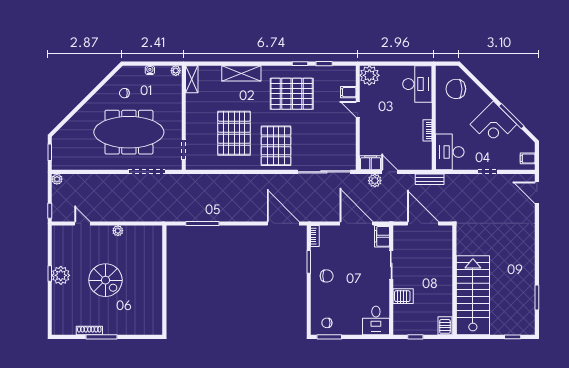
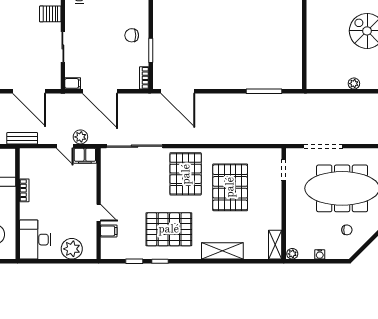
plant: (369, 75) -> (72, 249), moved
filing cabinet: (382, 236) -> (73, 83), width x0.50

